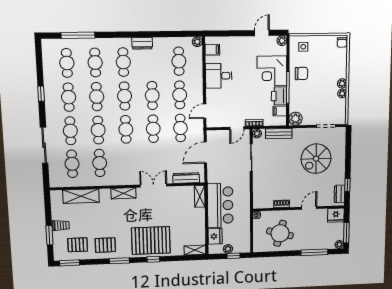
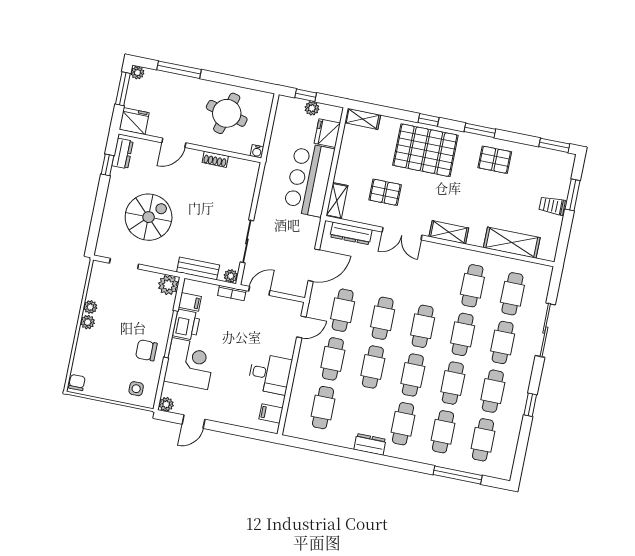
plant: (197, 42) -> (290, 429), removed
pallet: (78, 245) -> (385, 192), moved

